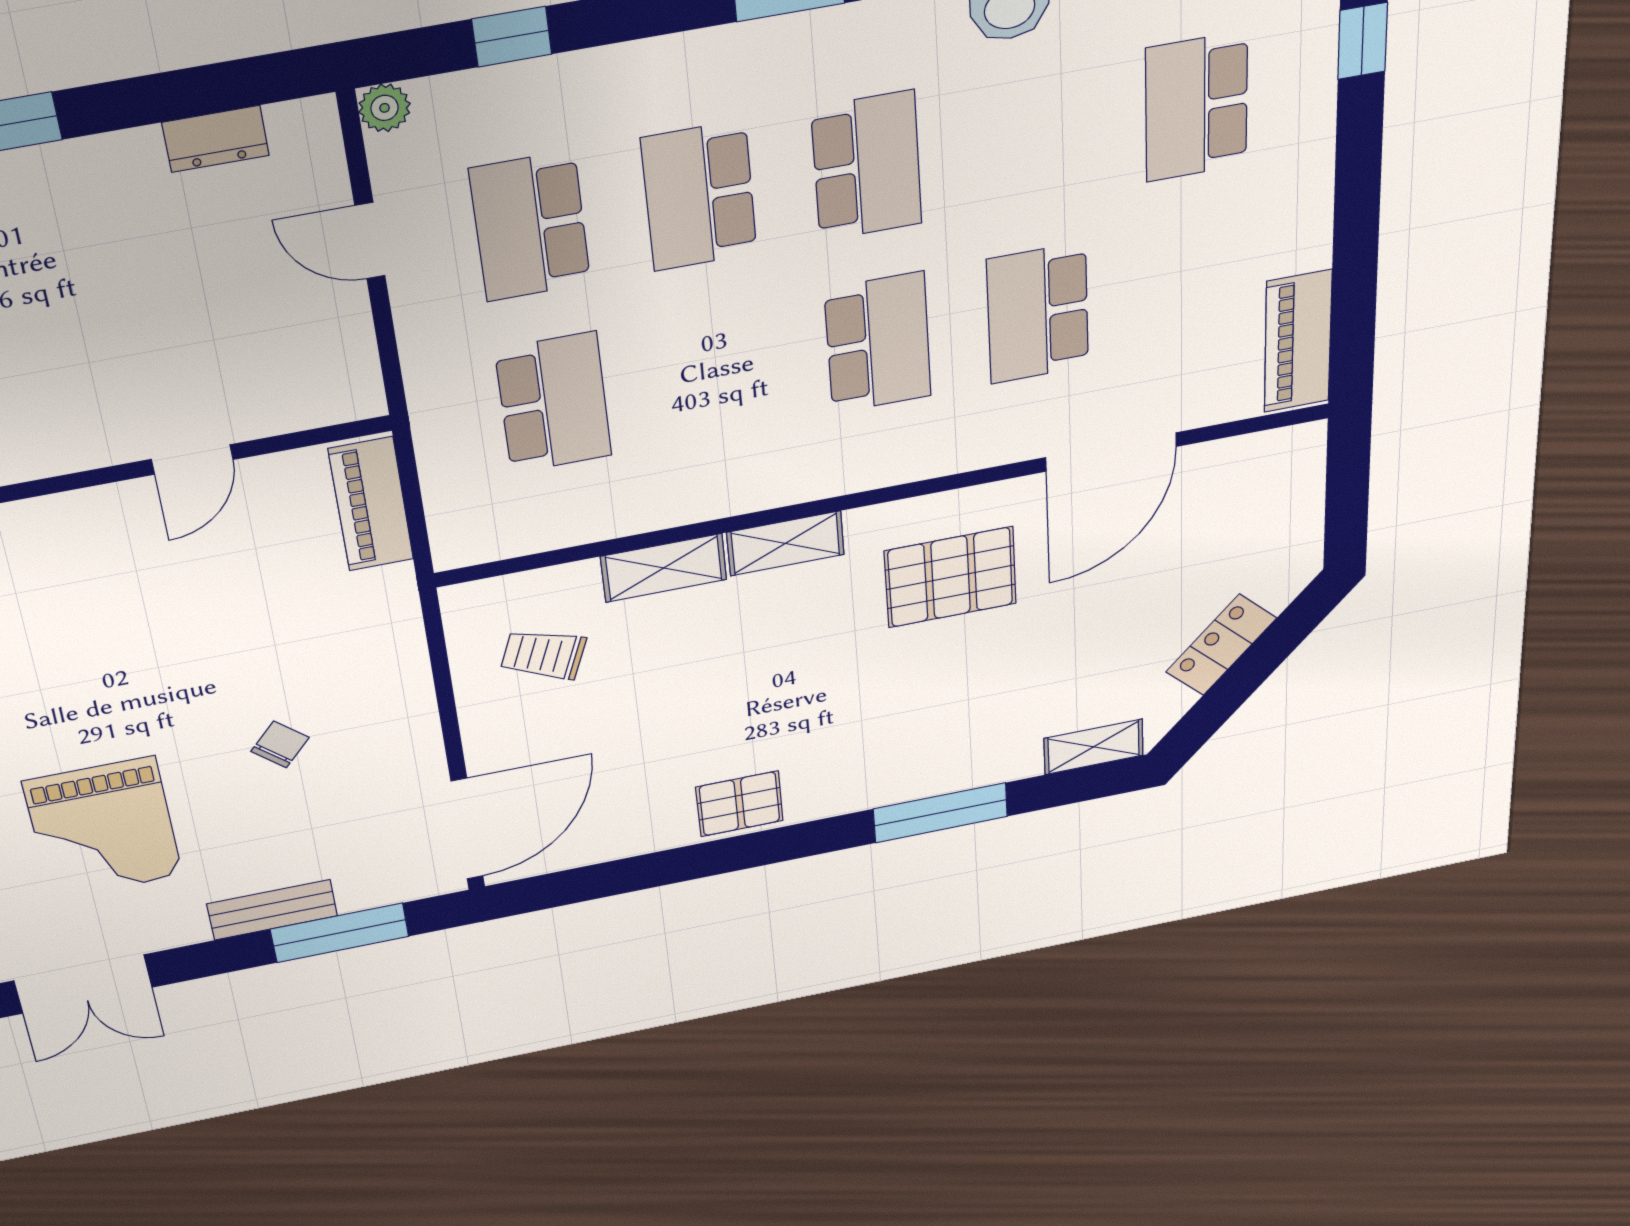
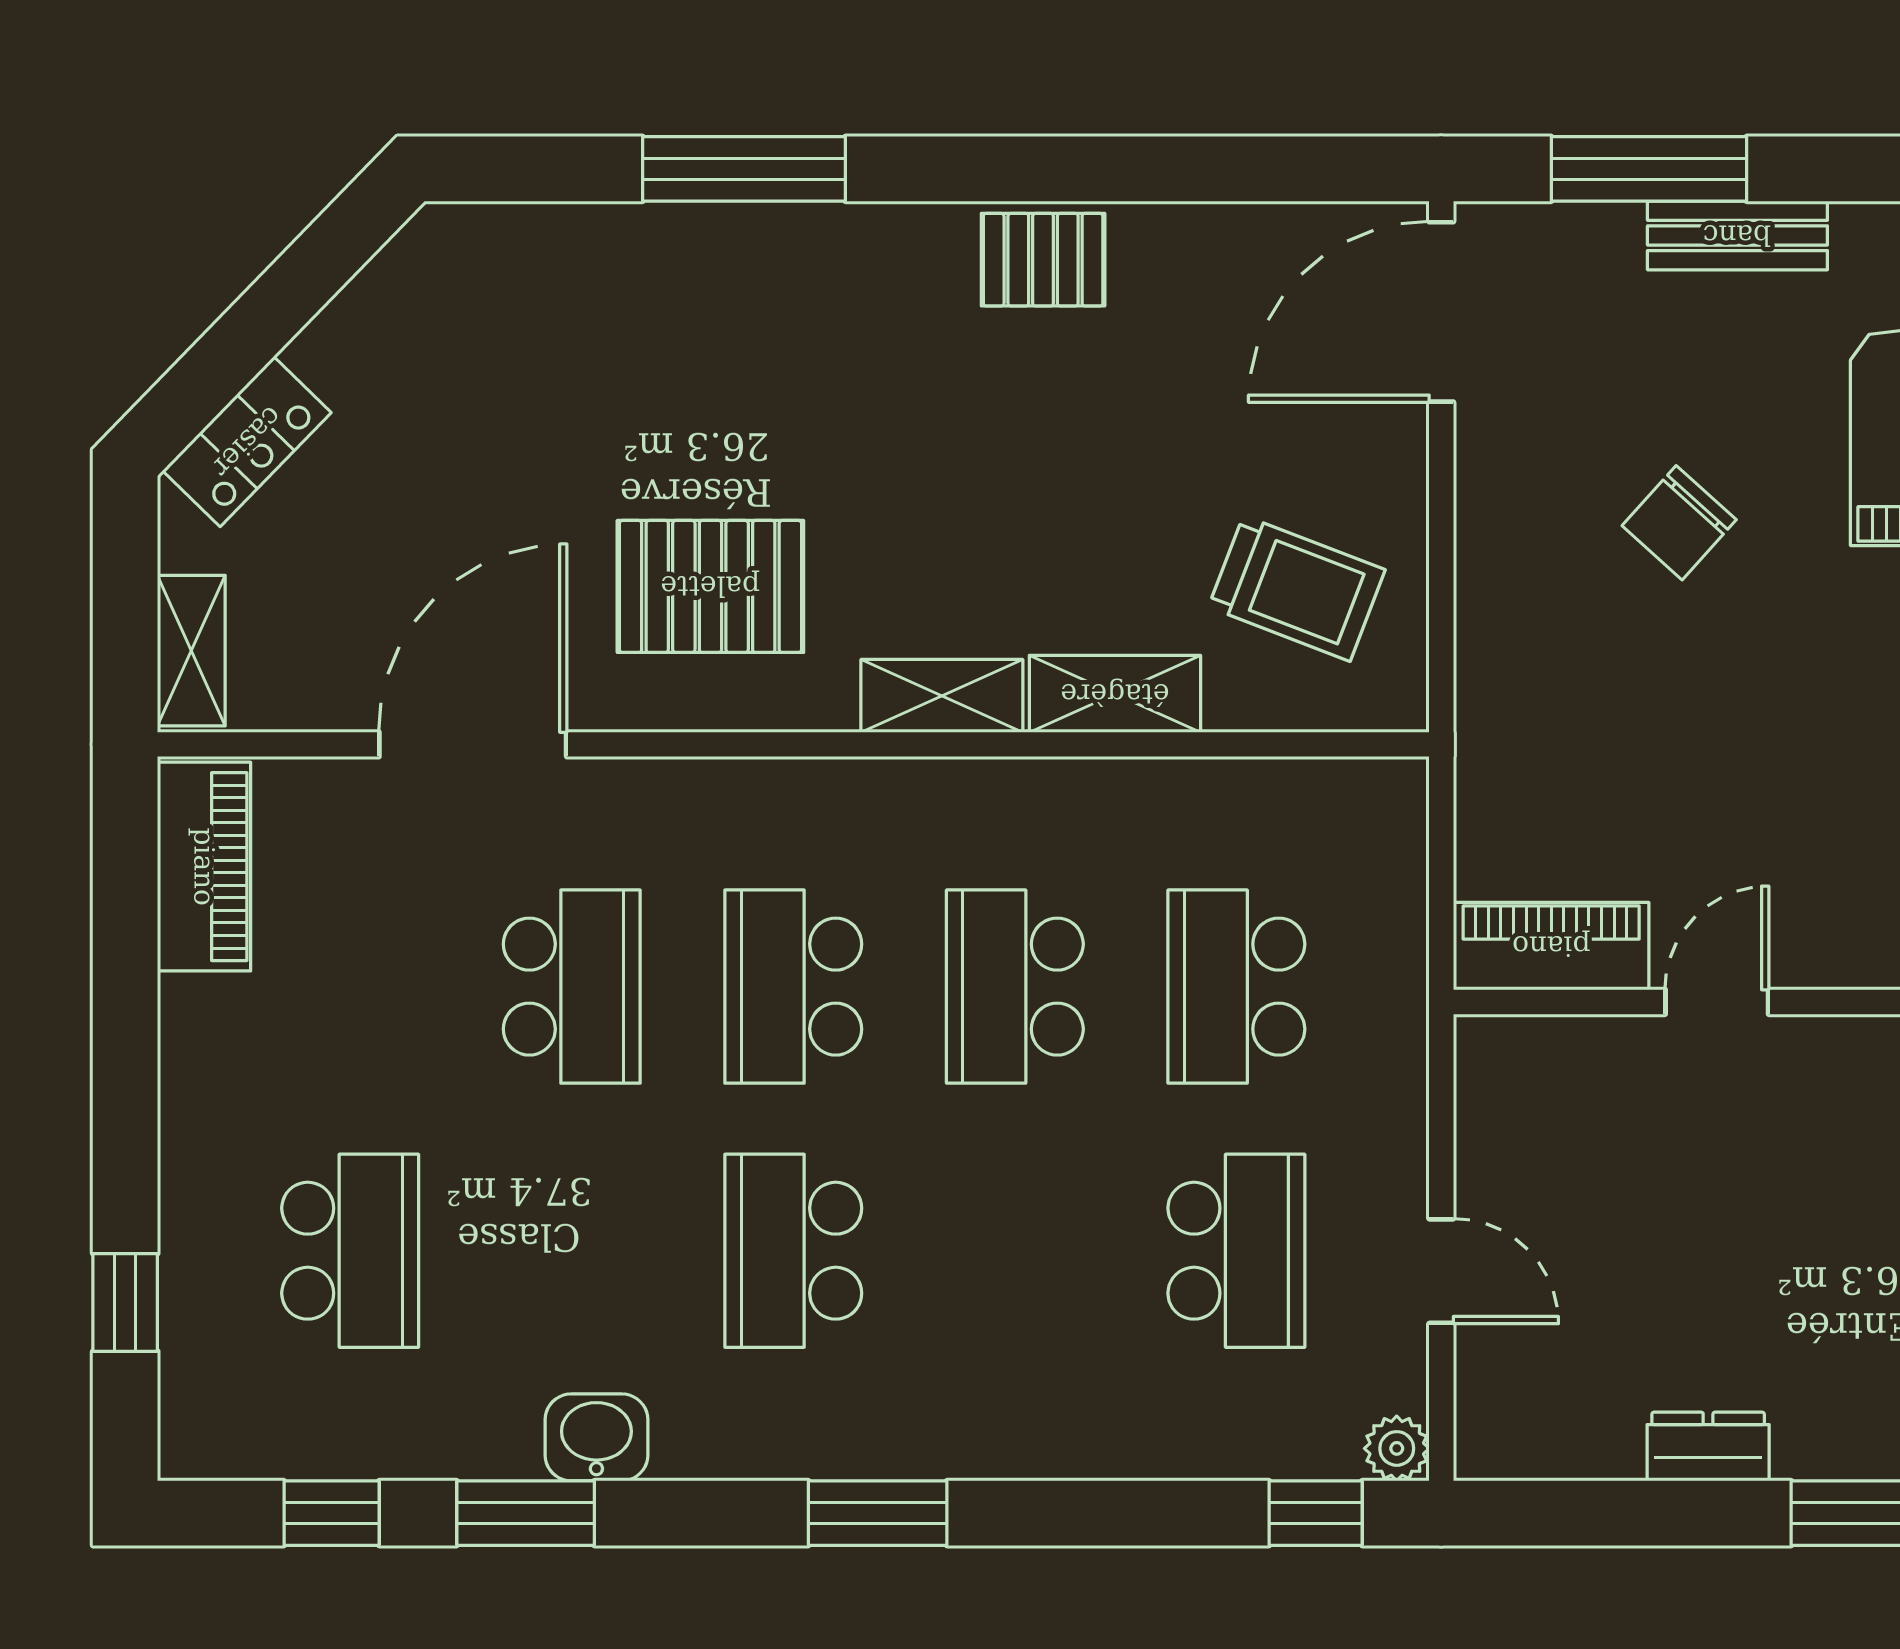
window: (512, 37) -> (1316, 1513), moved
dresser: (216, 139) -> (1708, 1447), moved
school desk: (699, 196) -> (1015, 987), moved, turned 180
piano: (371, 504) -> (1551, 946), moved, turned -90
locker: (1221, 645) -> (247, 442), moved
trolley: (543, 655) -> (1297, 588), width x1.36, depth x1.39
chair: (280, 744) -> (1679, 523), width x1.37, depth x1.37
shelving: (1094, 747) -> (191, 651), moved, turned 90

